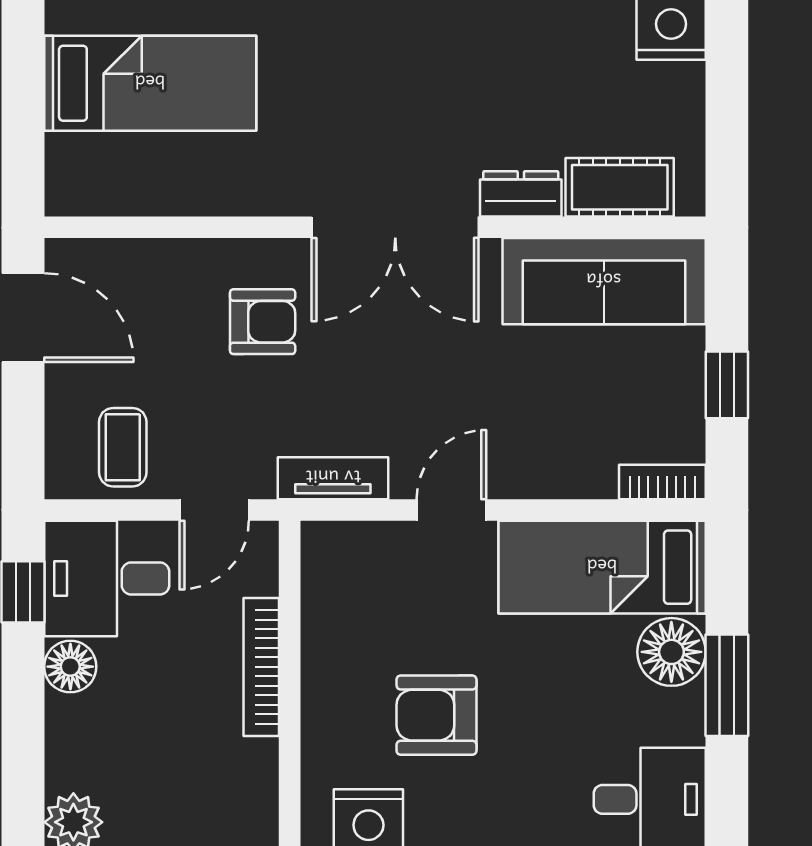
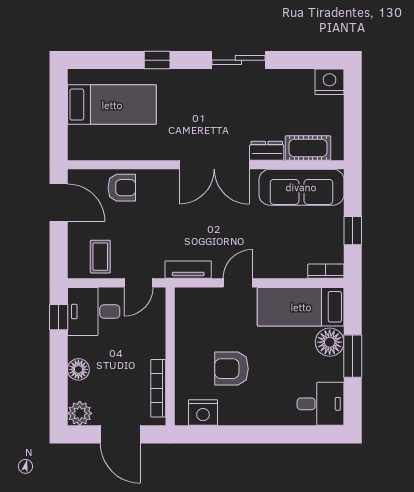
armchair: (263, 322) -> (122, 188), moved
floor lamp: (70, 667) -> (78, 369), moved
bookcase: (261, 667) -> (158, 388), moved

